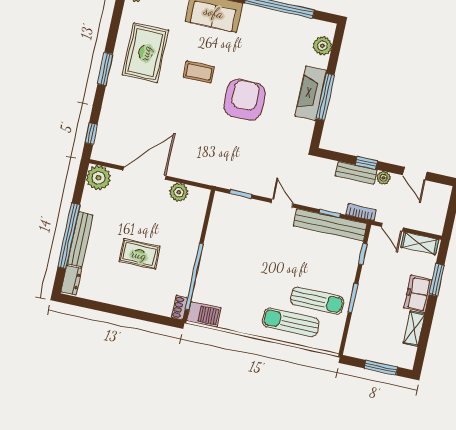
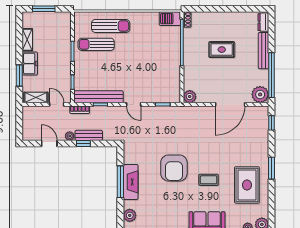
plant: (179, 192) -> (190, 97), moved
window: (69, 236) -> (272, 75), moved

